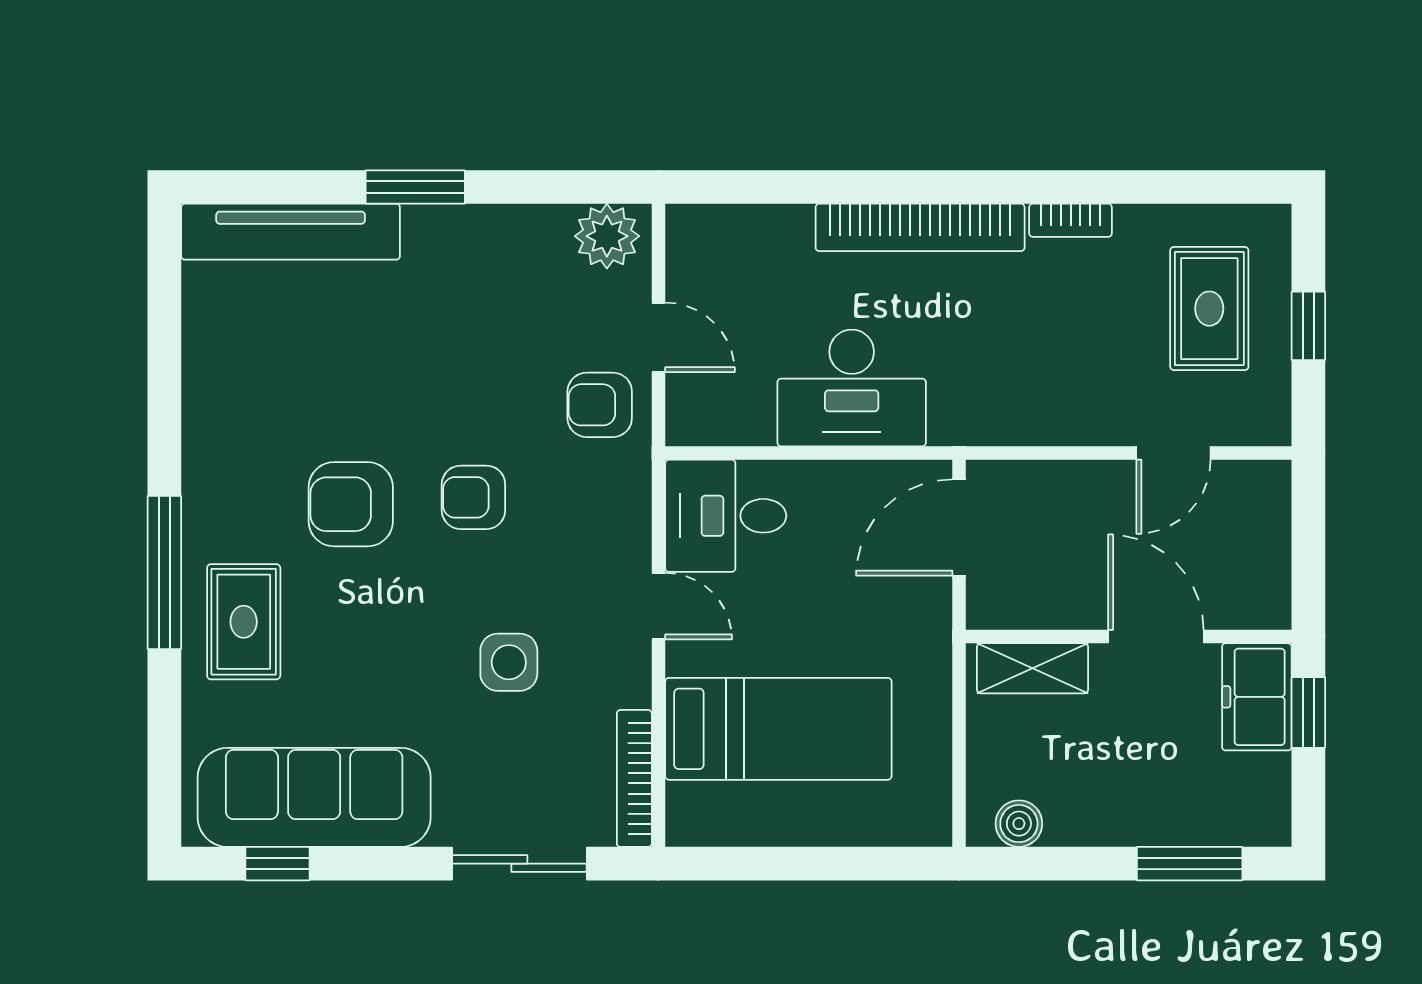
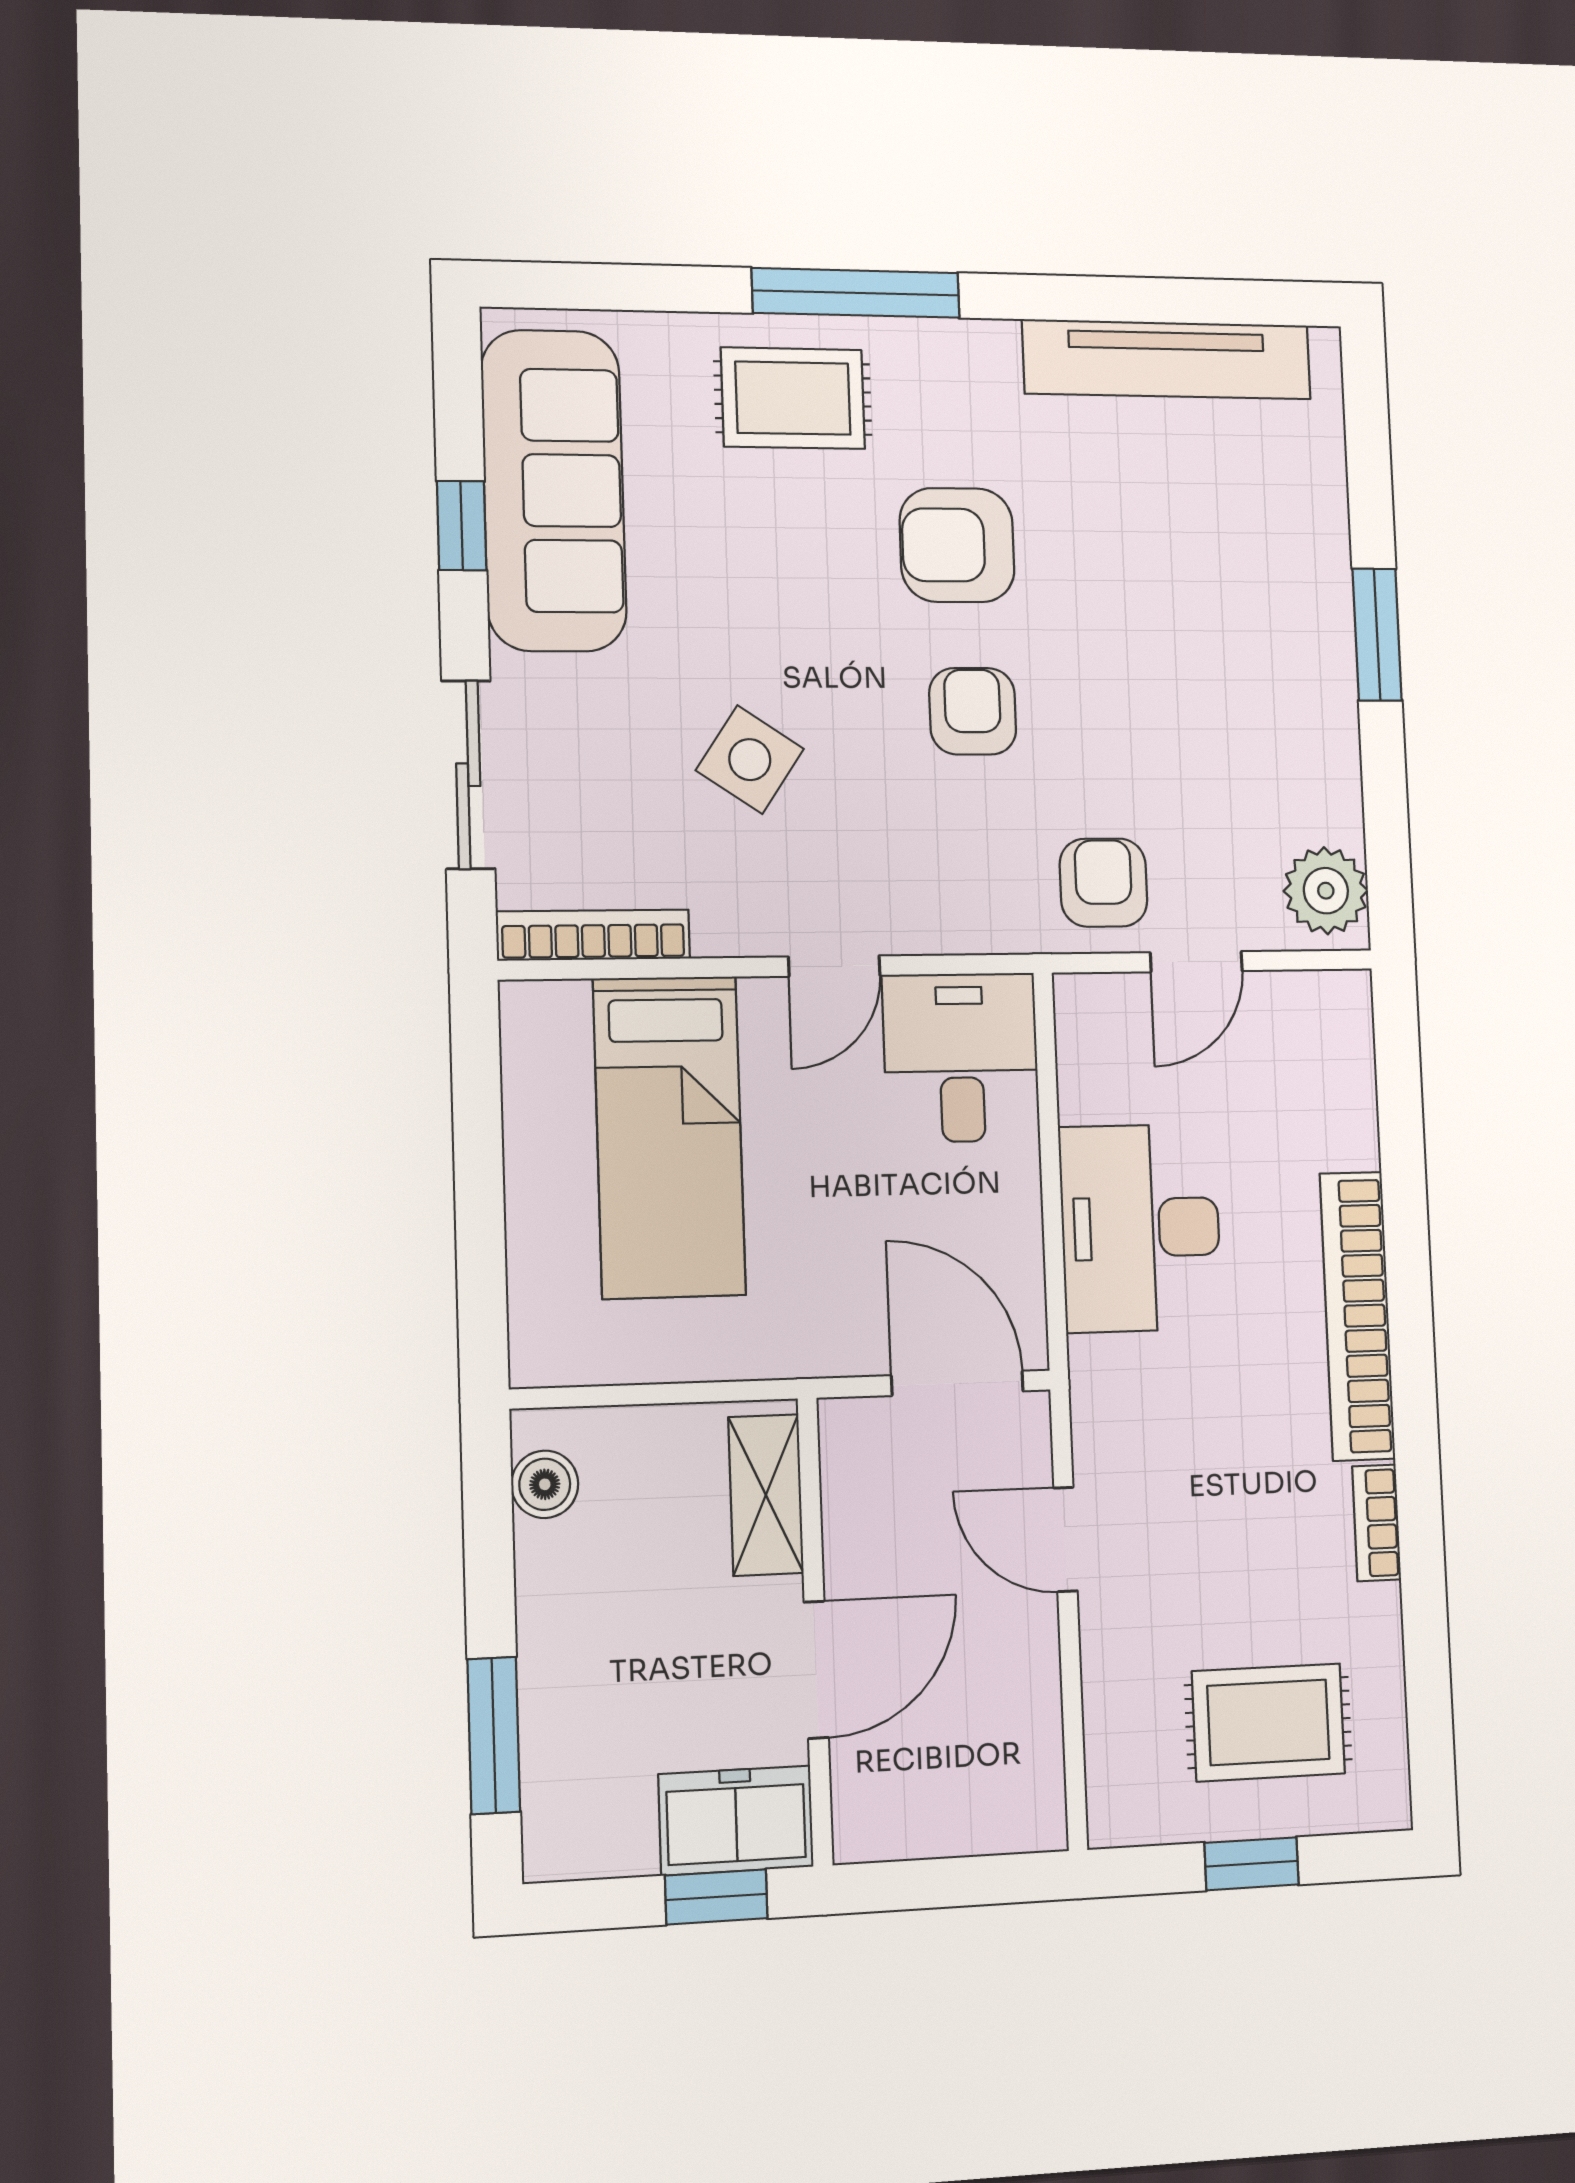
tv unit: (291, 232) -> (1167, 359), moved, turned -90
door: (1174, 453) -> (1065, 1539), moved
armchair: (351, 504) -> (957, 545), turned -90
side table: (509, 662) -> (750, 760), turned 34
window: (277, 864) -> (462, 526), moved

